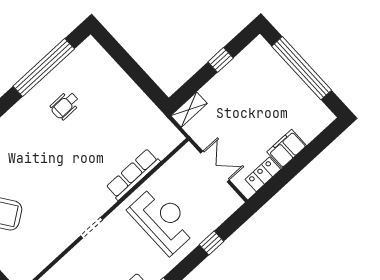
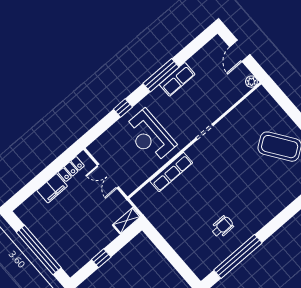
window: (211, 243) -> (123, 108), moved

